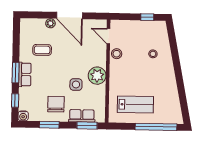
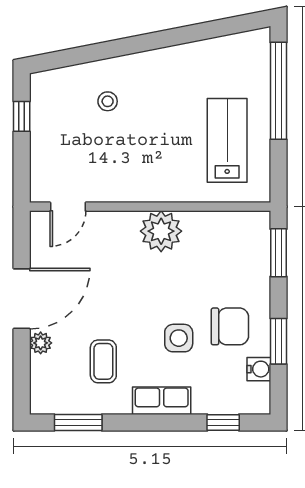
stool: (117, 54) -> (109, 187), removed
window: (16, 73) -> (78, 423), moved
side table: (76, 85) -> (179, 338), moved
chair: (56, 104) -> (230, 326), turned 180
water cooler: (23, 116) -> (259, 369), moved
row of seats: (82, 116) -> (256, 265), removed

